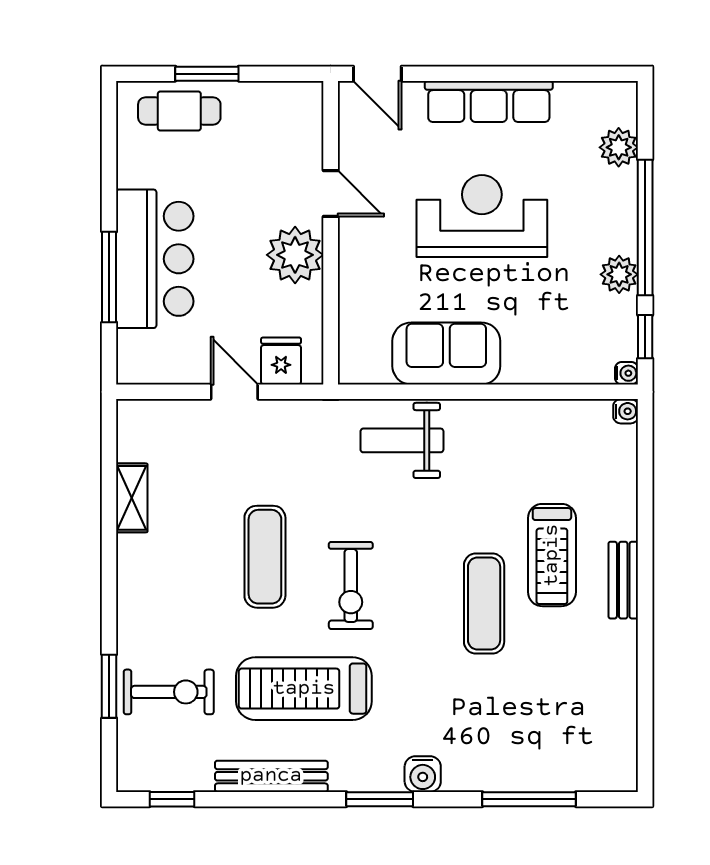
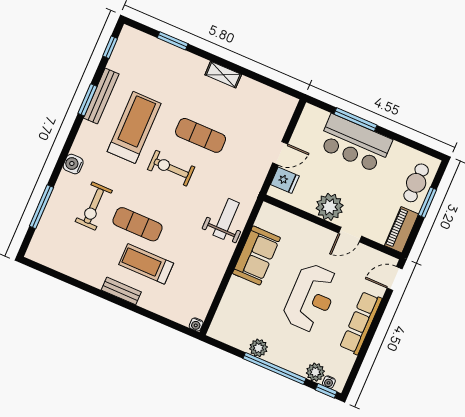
piano: (280, 100) -> (401, 230), added
window: (645, 337) -> (326, 391), moved
water cooler: (627, 373) -> (329, 382), moved
shelving: (132, 498) -> (223, 75), moved
exercise bike: (169, 692) -> (94, 206), moved
window: (380, 799) -> (87, 100), moved

